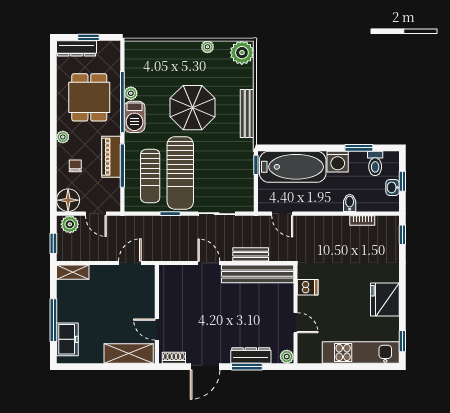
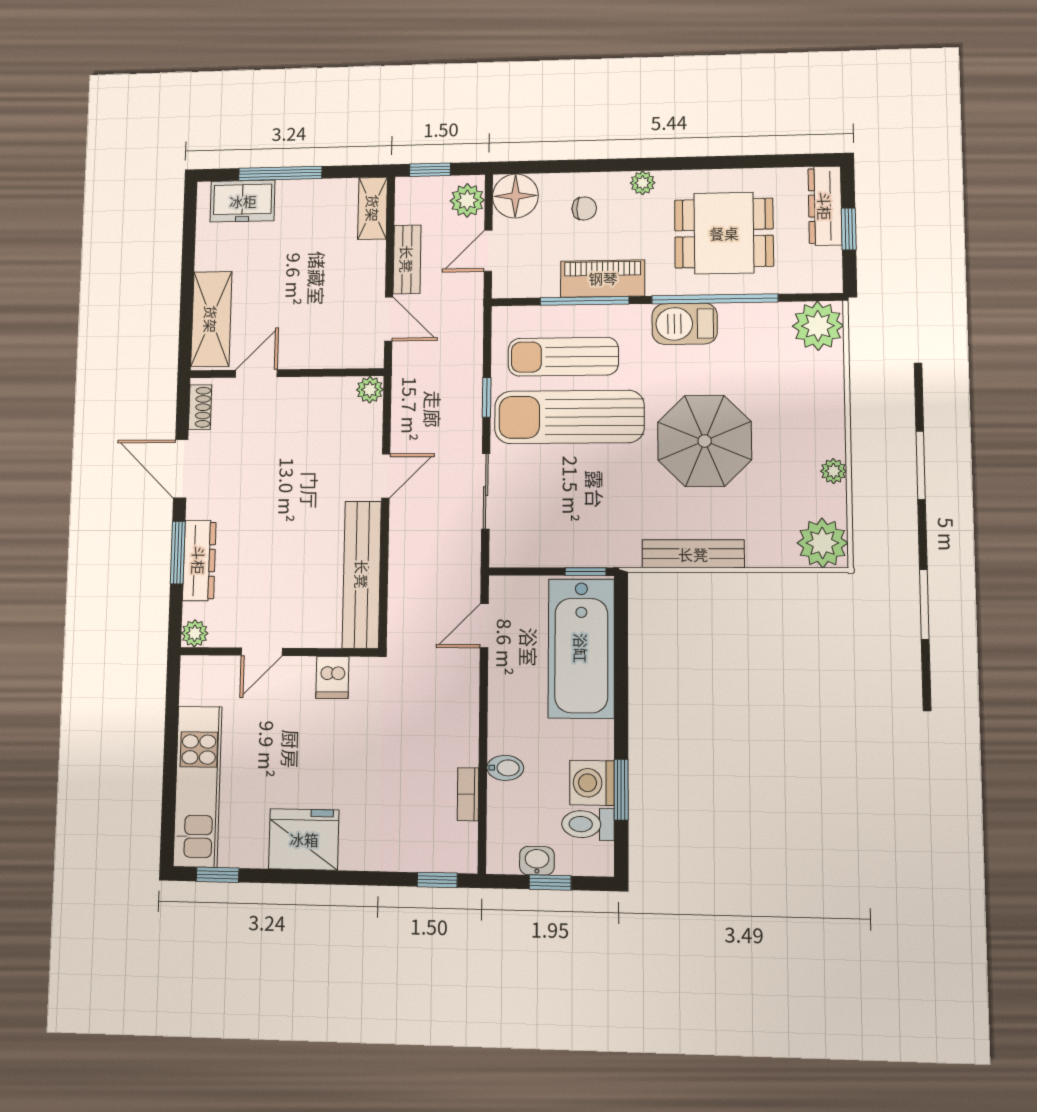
plant: (131, 93) -> (818, 326), moved, width x1.88, depth x1.88
washing machine: (338, 162) -> (592, 783), moved
bench: (251, 254) -> (407, 259), moved
plant: (166, 272) -> (370, 390), added

